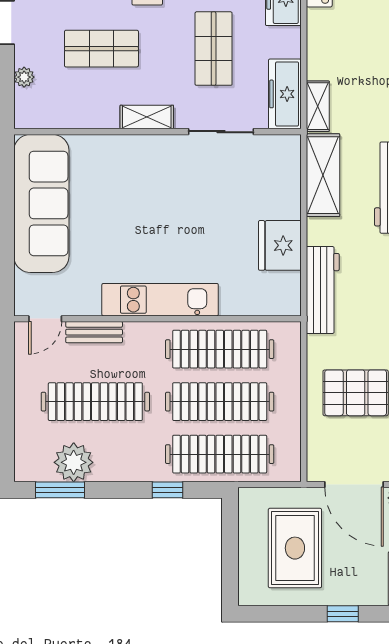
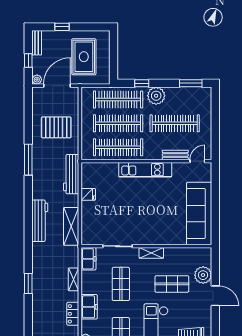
plant: (24, 77) -> (203, 275), width x1.88, depth x1.88
freezer: (285, 94) -> (88, 259), width x0.71
shelving: (318, 106) -> (73, 279), moved
fridge: (280, 245) -> (88, 194), width x0.53, depth x0.75
plant: (74, 462) -> (156, 96), moved
door: (354, 485) -> (57, 86), hinge flipped

